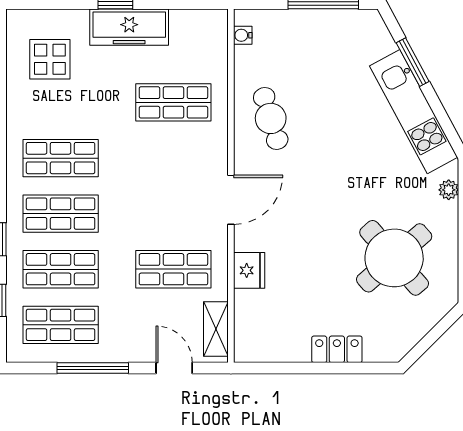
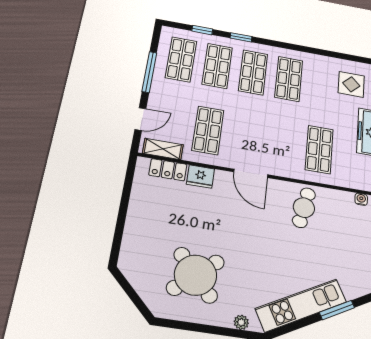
cafe table: (271, 118) -> (304, 208), turned -62
locker: (337, 349) -> (168, 170), moved, turned 90

